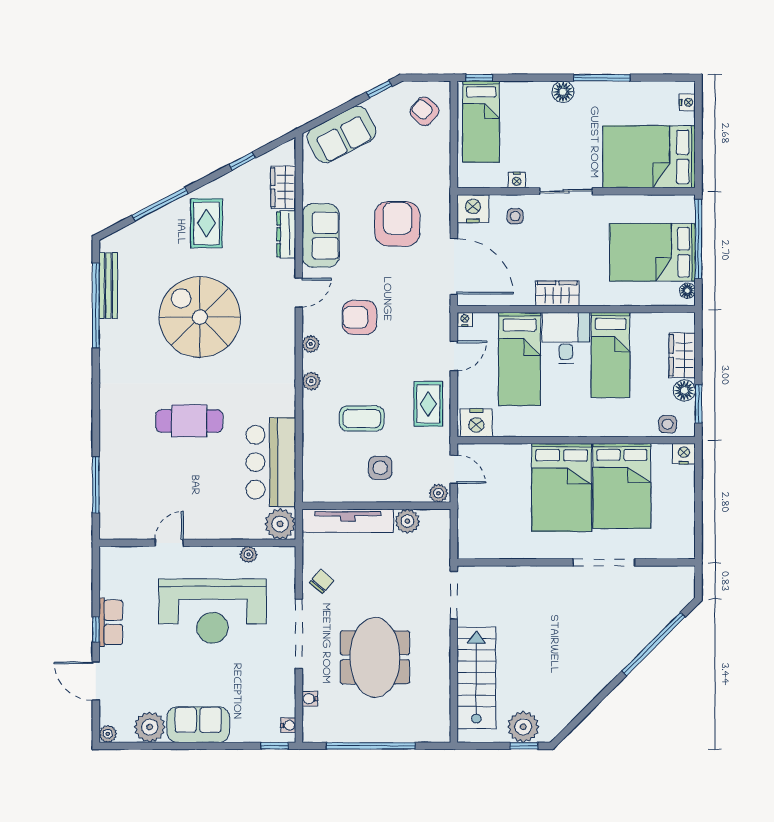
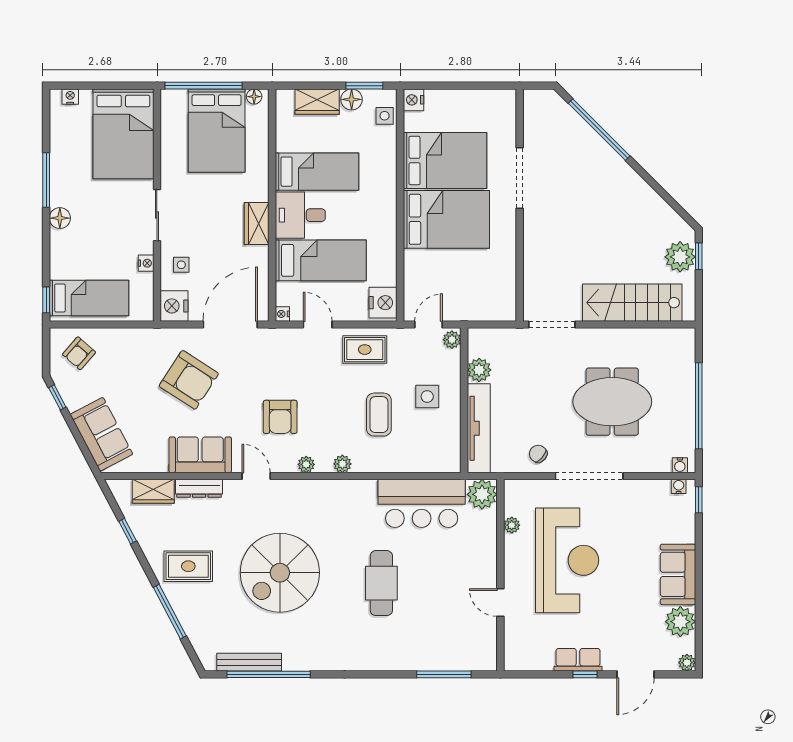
armchair: (397, 224) -> (189, 380), turned -147
water cooler: (310, 699) -> (680, 465), moved

